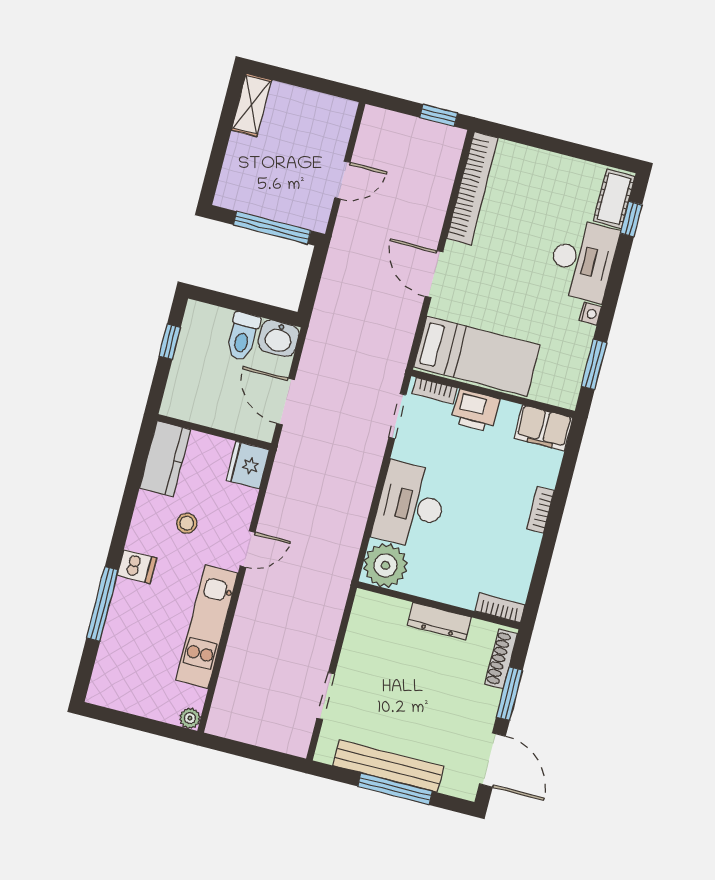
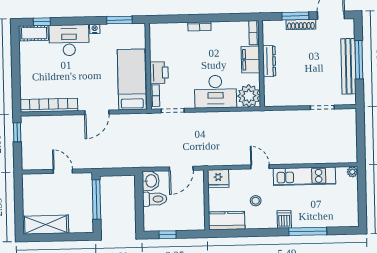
shelving: (251, 105) -> (46, 225), width x1.50, depth x1.33
filing cabinet: (544, 428) -> (250, 60), moved, turned 180
shoe rack: (501, 659) -> (301, 25), moved

